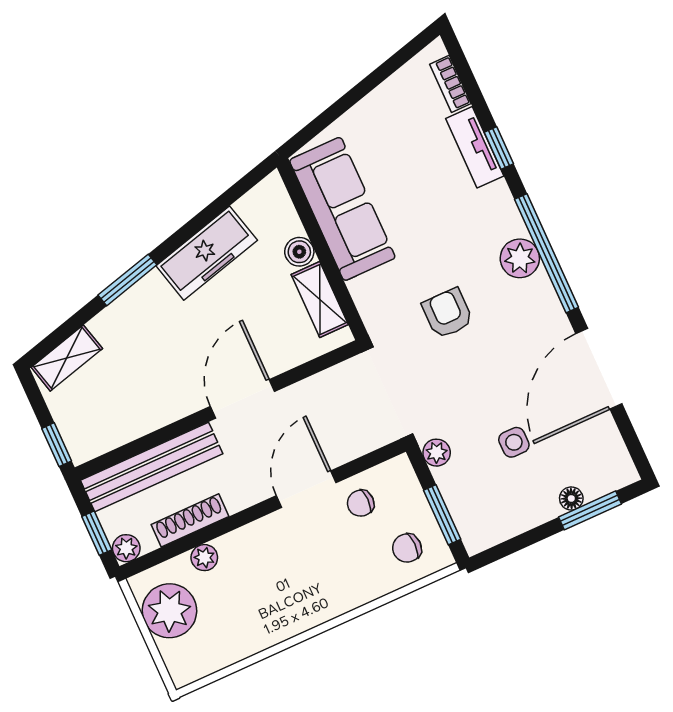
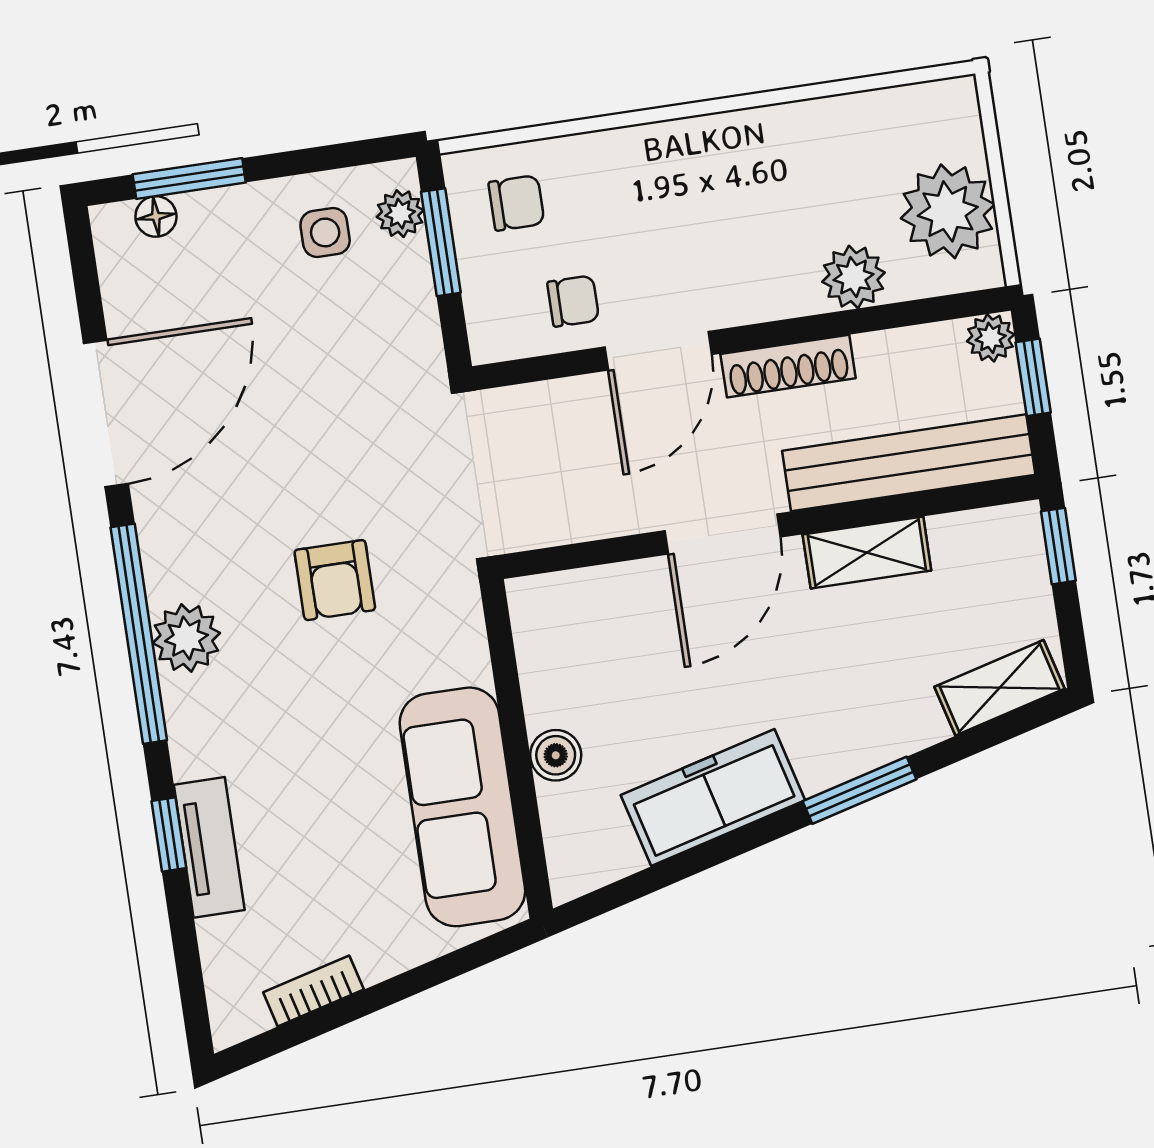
bookcase: (450, 84) -> (313, 991), moved, turned -105
shelving: (320, 300) -> (867, 553), moved, turned 90
side table: (514, 442) -> (325, 232), moved
plant: (437, 453) -> (400, 214), moved
floor lamp: (571, 498) -> (156, 216), moved
shoe rack: (190, 520) -> (788, 366), moved
plant: (204, 558) -> (853, 277), width x1.38, depth x1.38

